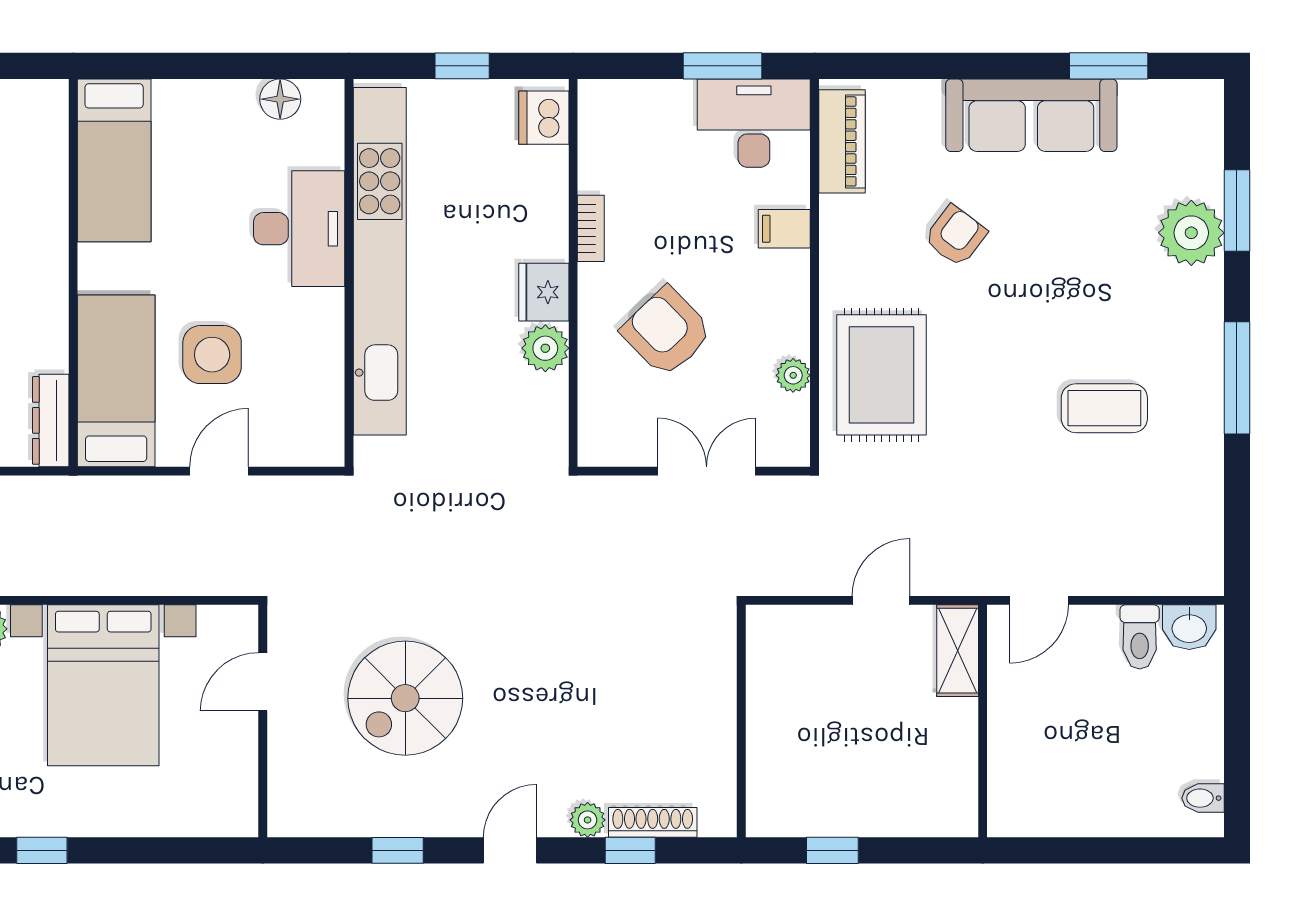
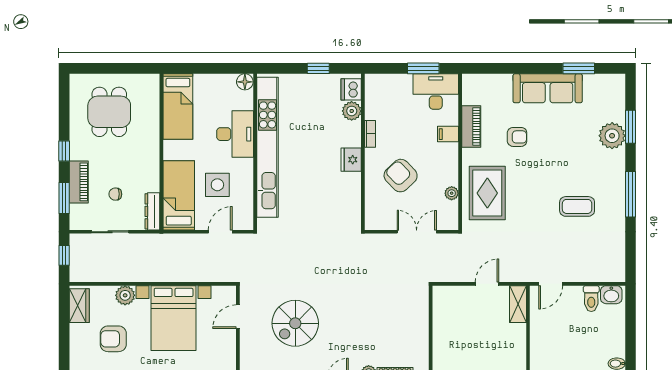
piano: (842, 141) -> (471, 126), moved
desk: (299, 229) -> (235, 134), moved
armchair: (956, 236) -> (517, 137), turned 53
kitchen unit: (380, 261) -> (268, 147), moved
wall: (349, 273) -> (255, 152), moved
plant: (545, 348) -> (352, 111), moved

